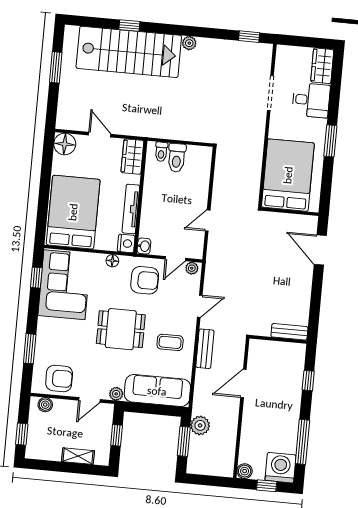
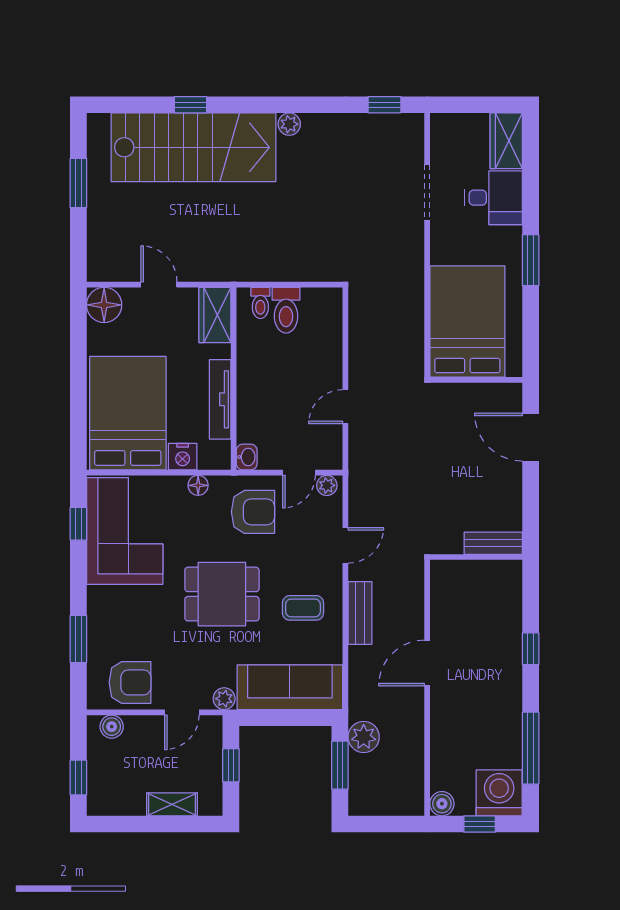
nightstand: (126, 243) -> (183, 457), moved, turned 90
bench: (289, 332) -> (493, 543), moved
wall: (278, 339) -> (476, 557), moved

